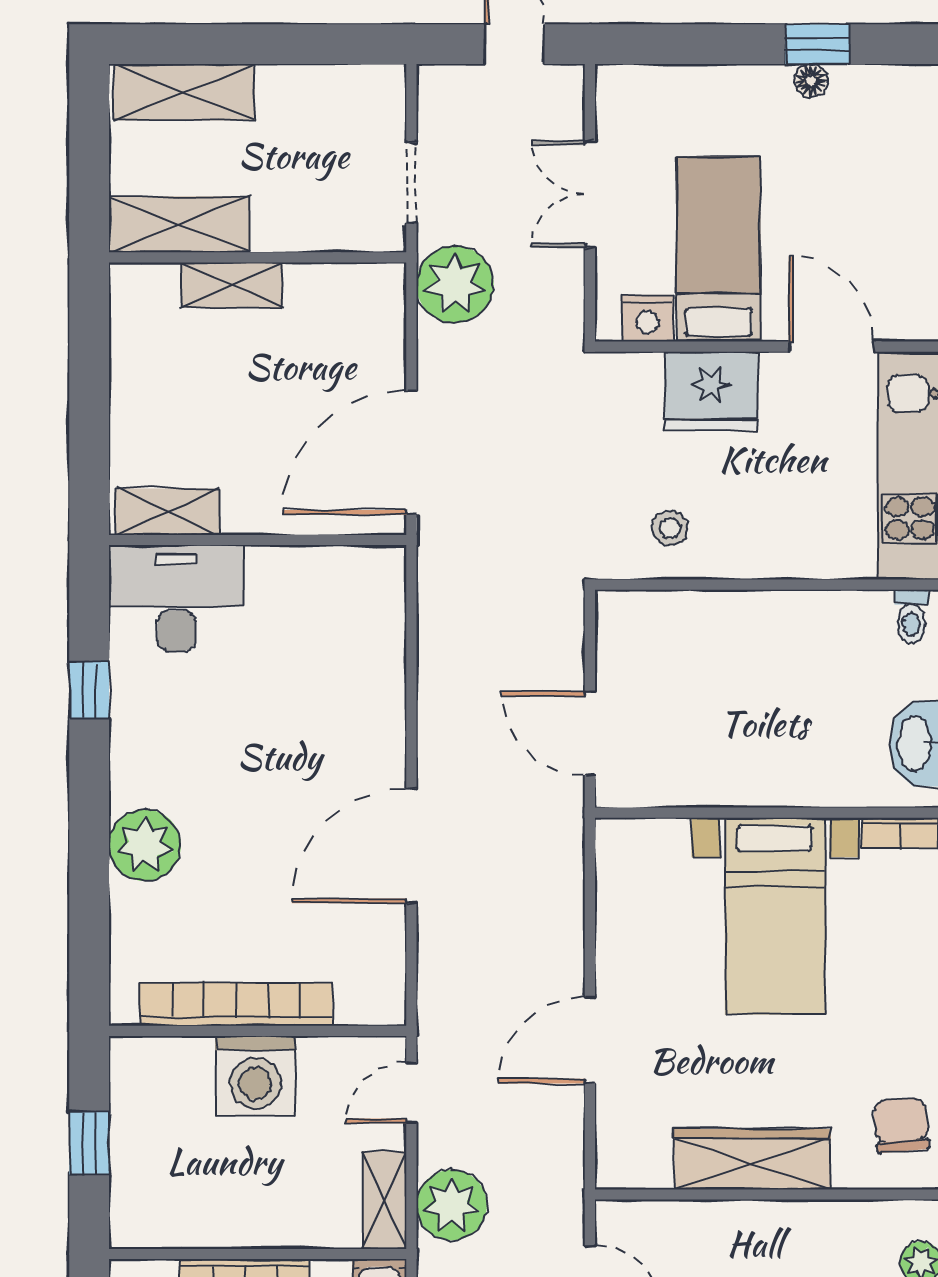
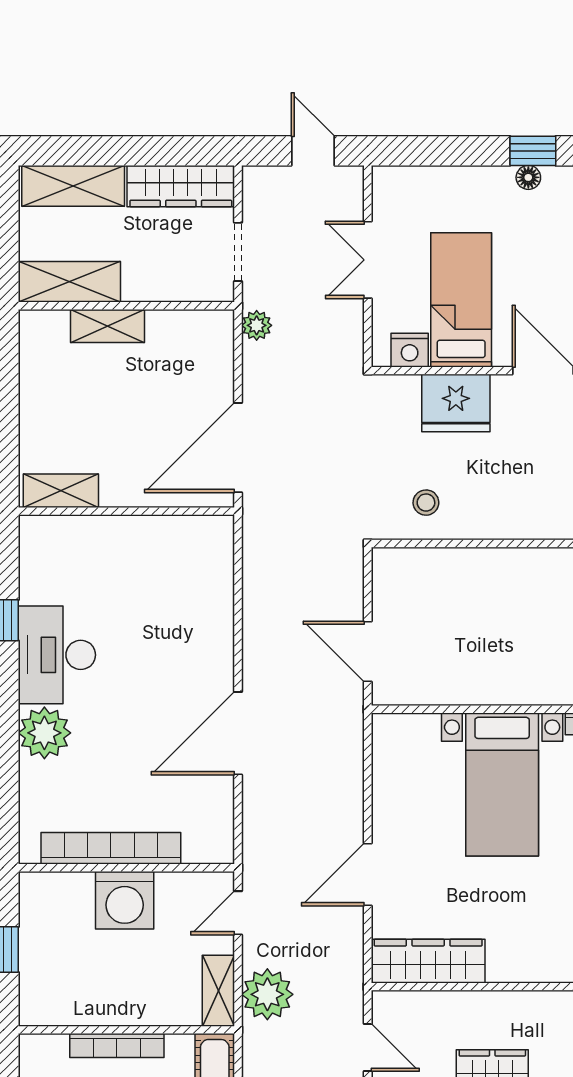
wardrobe: (333, 93) -> (181, 186), added
plant: (455, 284) -> (257, 325), width x0.53, depth x0.53
desk: (176, 598) -> (57, 655), moved, turned -90
wardrobe: (753, 1159) -> (428, 961), moved

